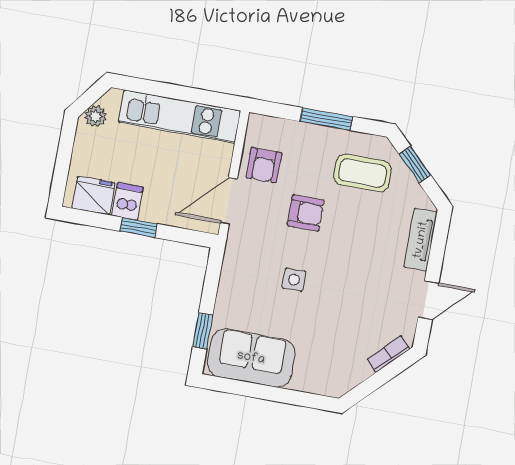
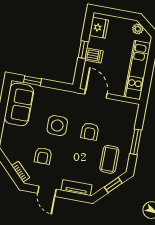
armchair: (264, 165) -> (43, 156), moved, turned -90
dishwasher: (128, 201) -> (94, 56), moved
side table: (294, 280) -> (57, 126), width x1.87, depth x1.87

